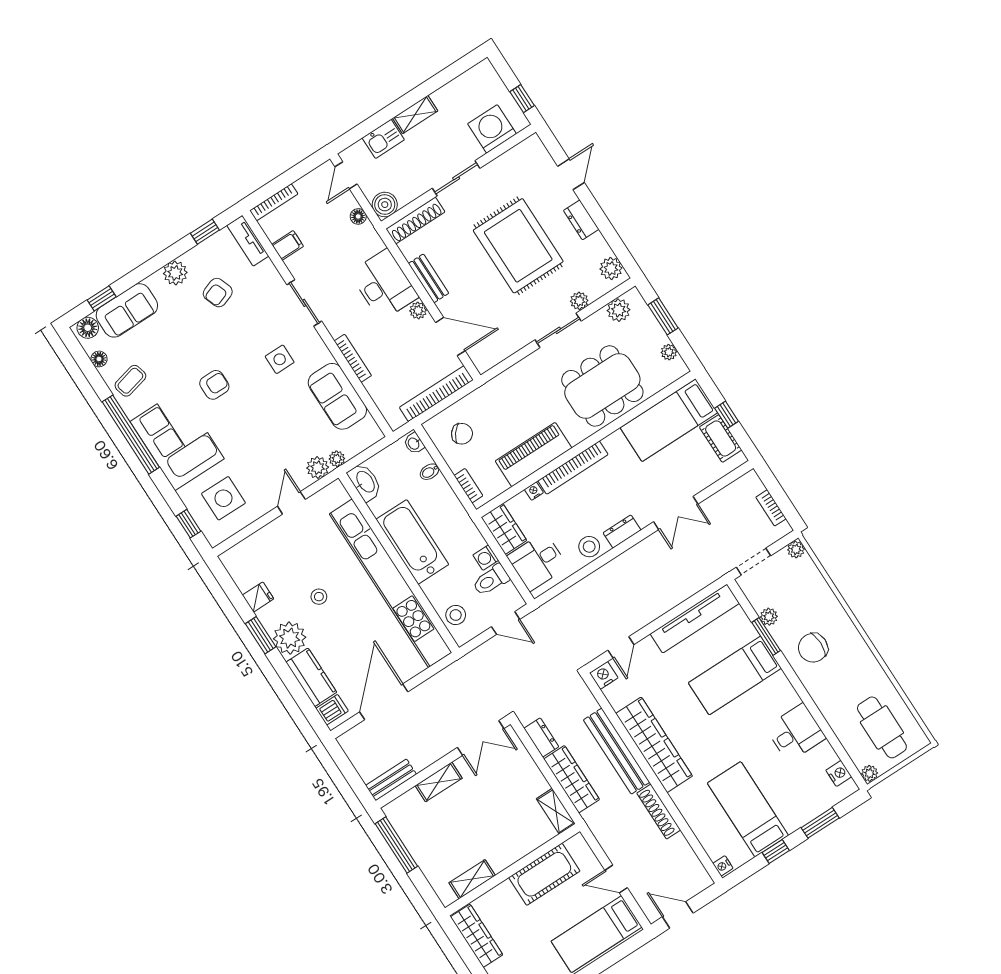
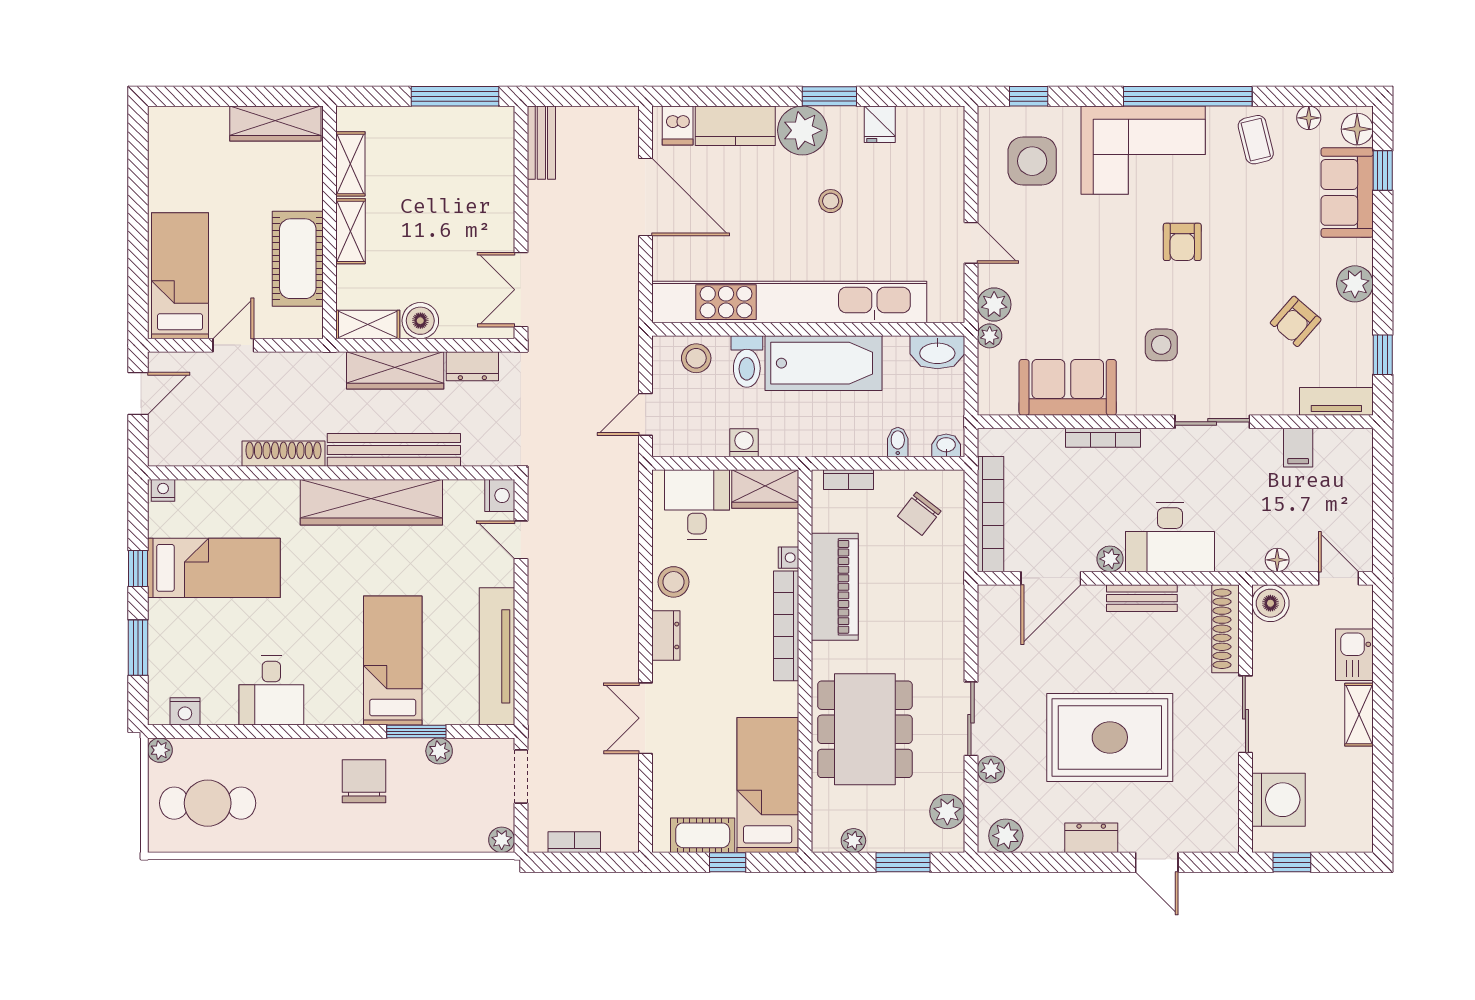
bookcase: (274, 202) -> (1364, 465), removed
armchair: (218, 293) -> (1296, 321), turned -119
toilet: (491, 580) -> (747, 362), moved, turned 180
shelving: (439, 782) -> (351, 231), moved
boiler: (535, 783) -> (420, 321), added

